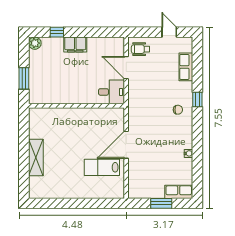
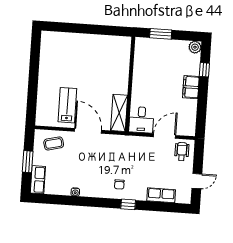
shelving: (36, 158) -> (119, 113), moved, turned 90
coffee table: (141, 178) -> (54, 143), added

